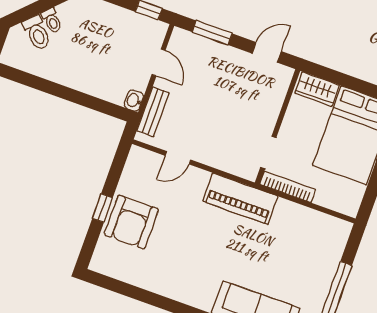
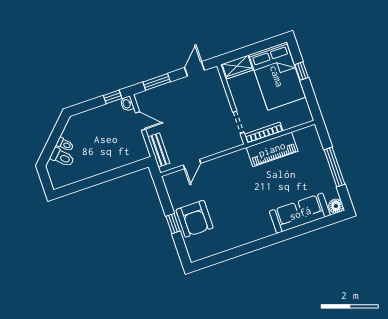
washbasin: (134, 101) -> (127, 104), moved
piano: (240, 199) -> (272, 149), moved

